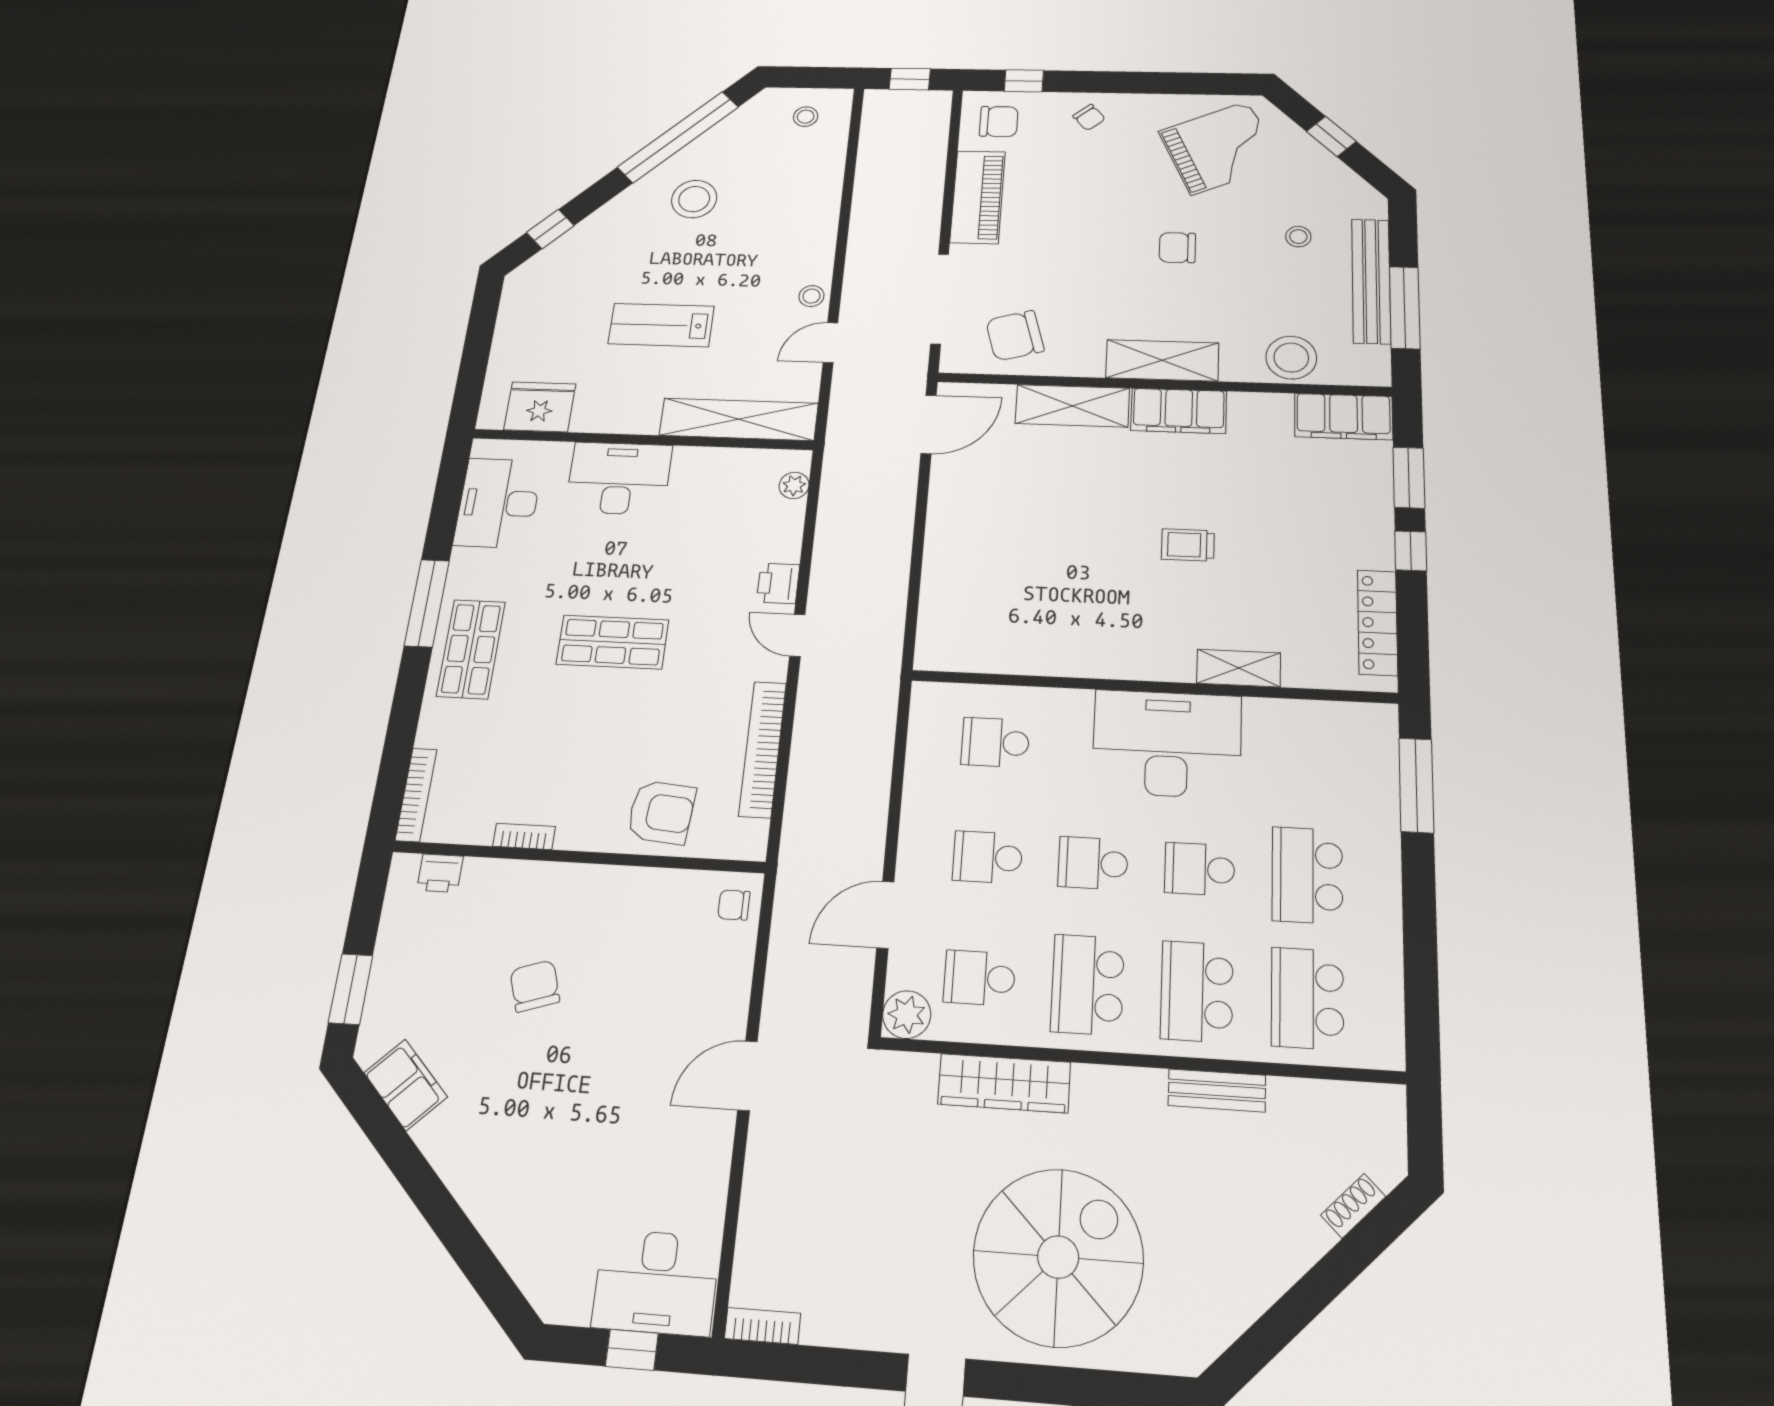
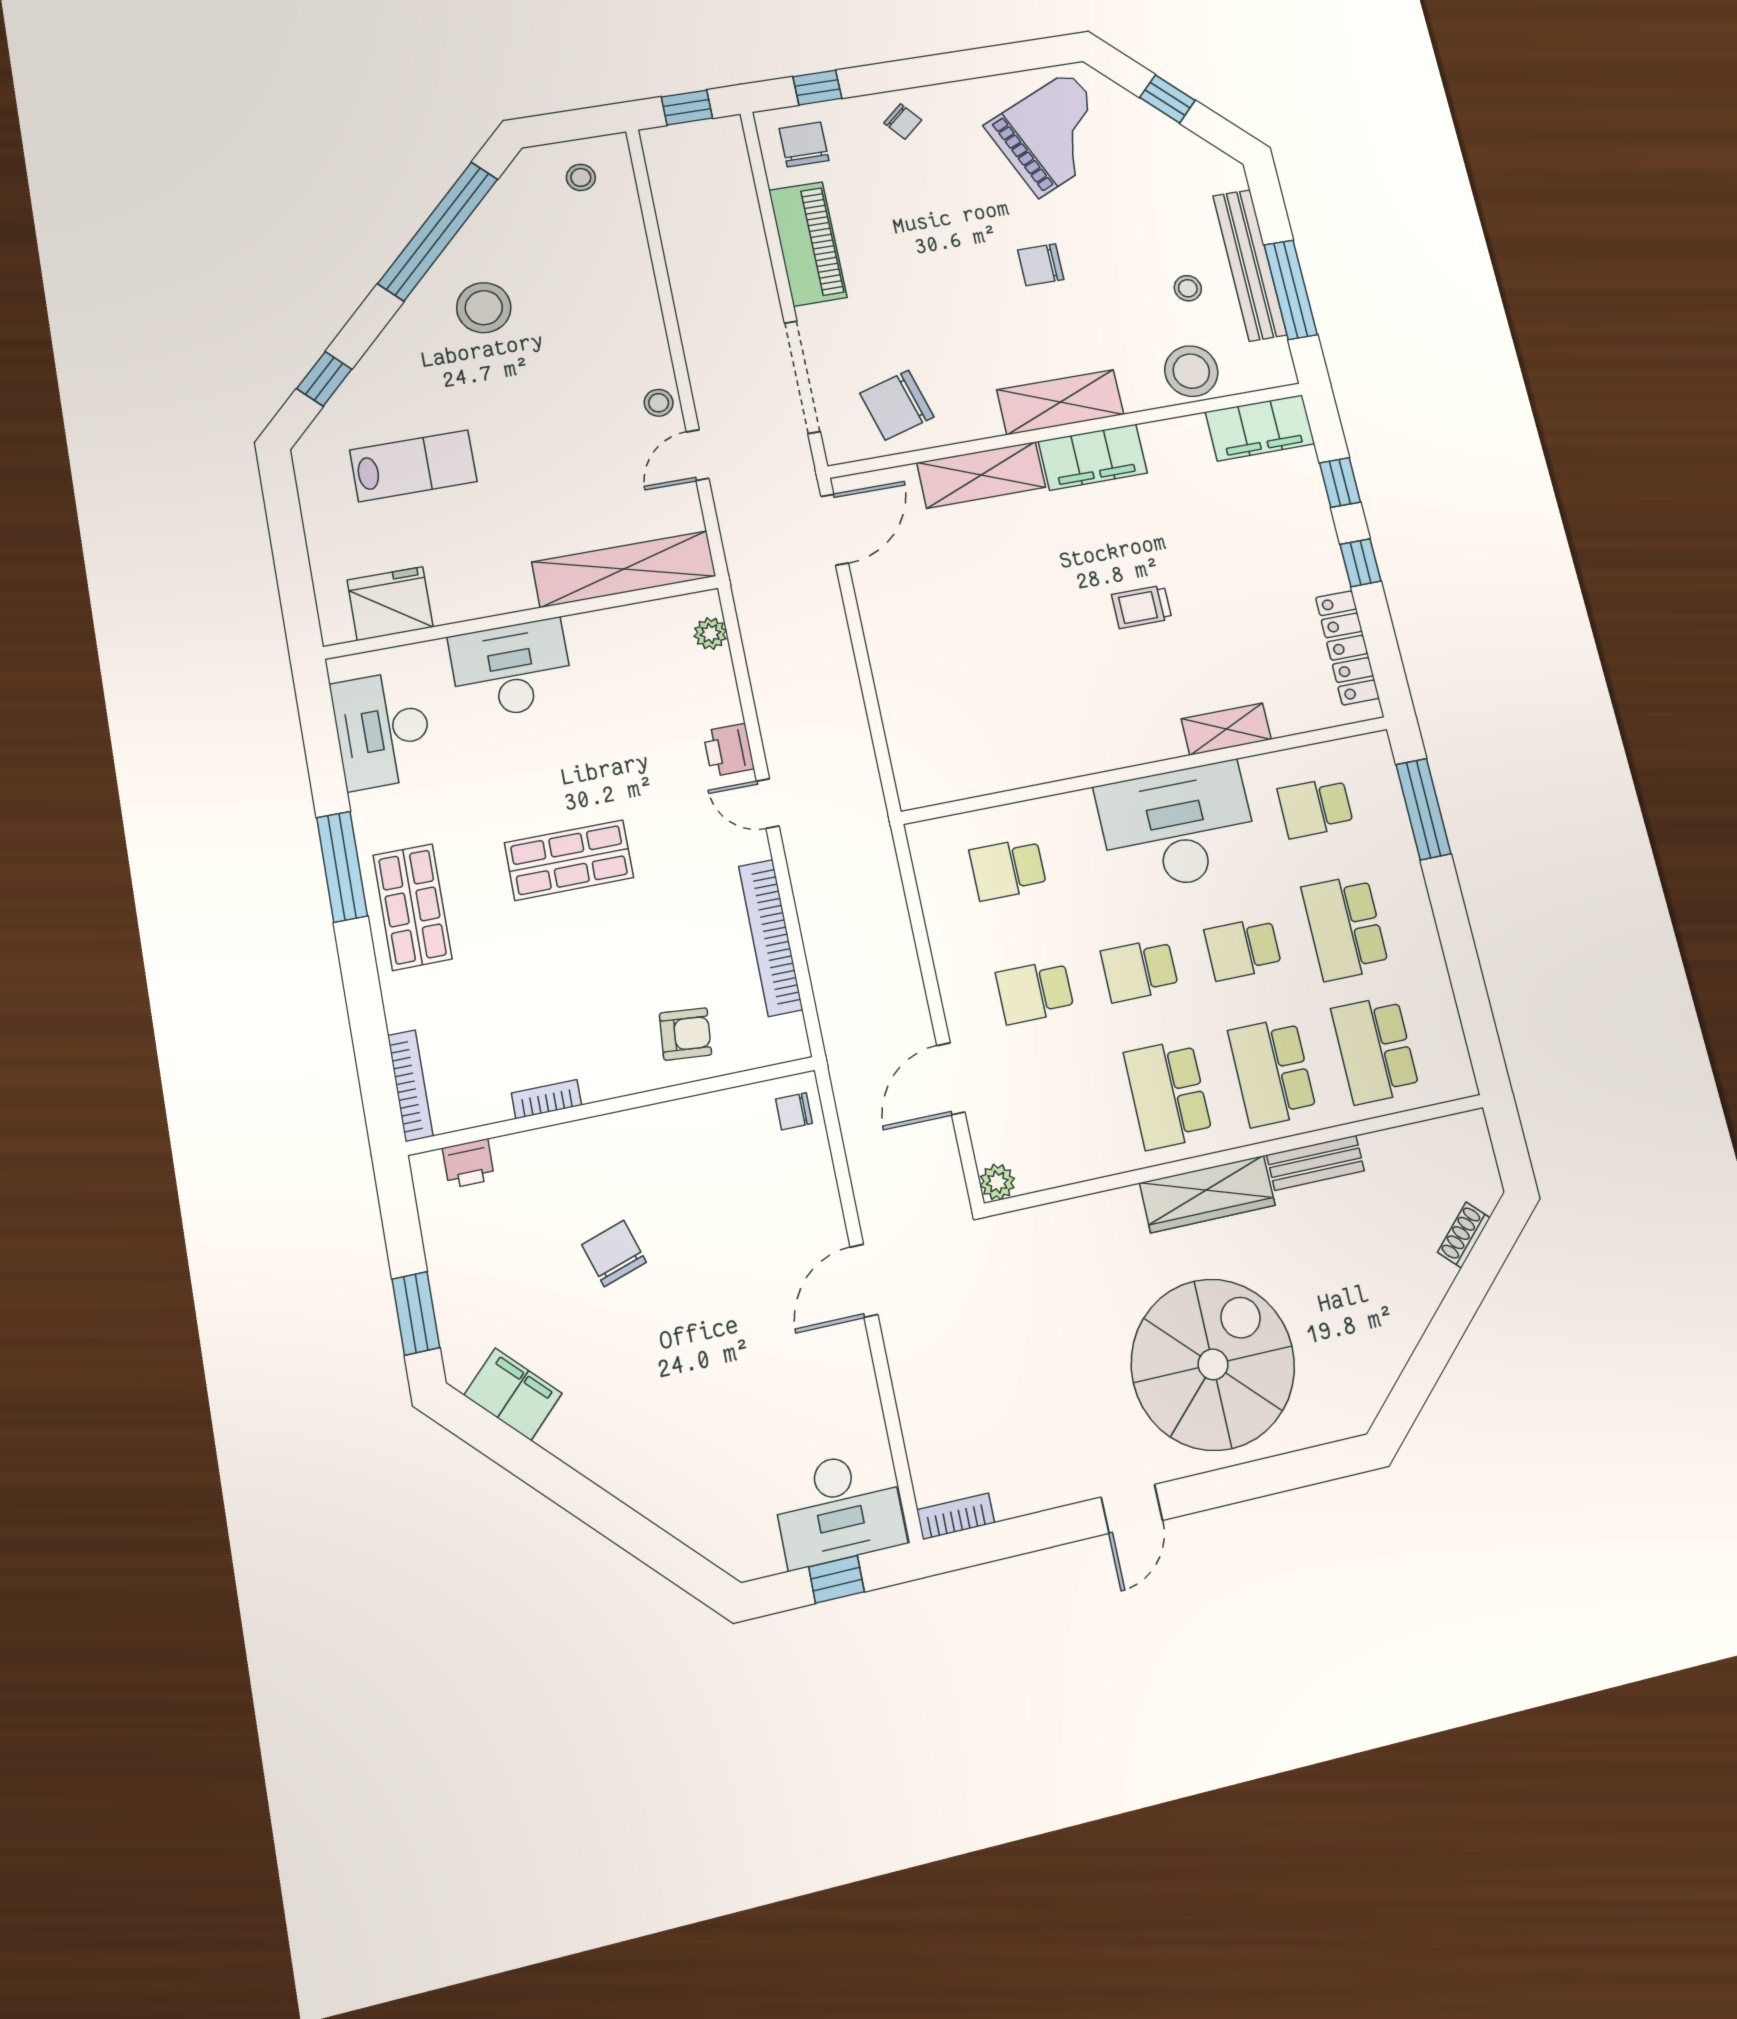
chair: (999, 122) -> (804, 144), turned -90
stool: (1298, 237) -> (1188, 288), moved
lab bench: (661, 325) -> (413, 466), moved, turned 180
window: (1409, 478) -> (1340, 482), width x0.67
armchair: (661, 812) -> (686, 1034), width x0.72, depth x0.72
school desk: (979, 978) -> (1315, 807), moved
plant: (907, 1015) -> (997, 1182), width x0.73, depth x0.73
wardrobe: (1004, 1083) -> (1207, 1194), moved

